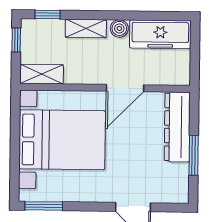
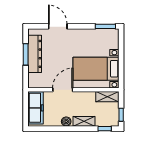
freezer: (160, 34) -> (36, 108), moved, turned 90
dresser: (177, 127) -> (35, 54), moved
bed with nightstands: (62, 140) -> (96, 69), width x0.73

